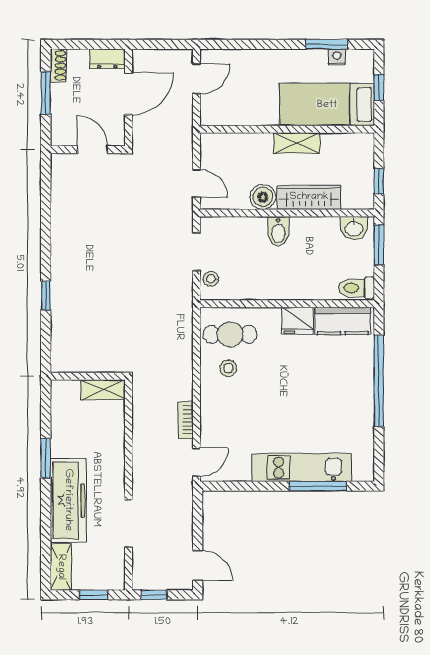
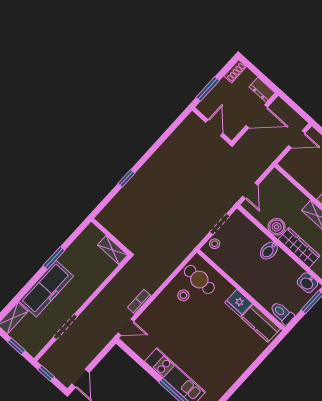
window: (46, 93) -> (208, 89), moved
window: (379, 381) -> (251, 369), removed

